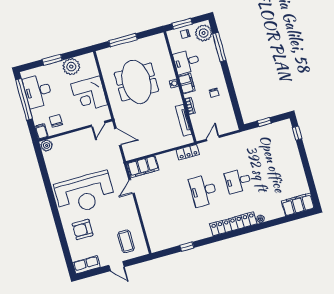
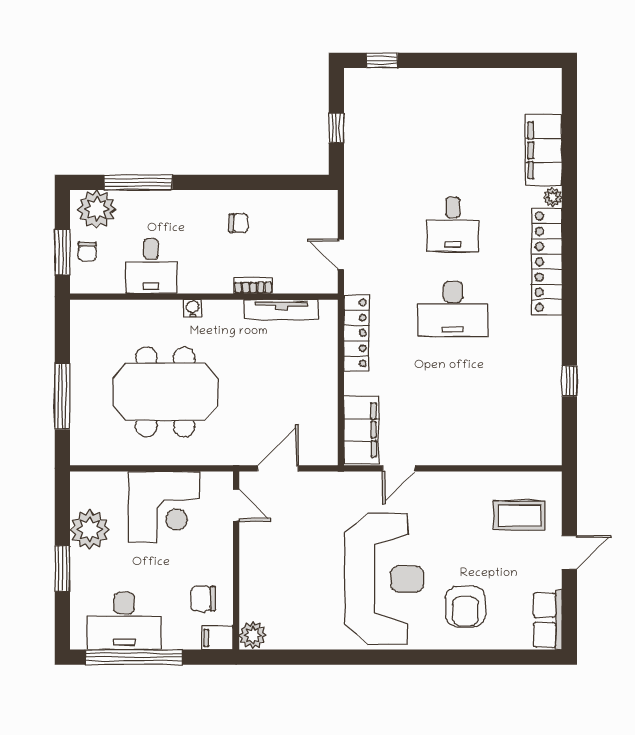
filing cabinet: (187, 83) -> (200, 279), removed
locker: (188, 152) -> (356, 333), width x1.53
door: (132, 187) -> (399, 468), hinge flipped
filing cabinet: (298, 204) -> (544, 150), moved

